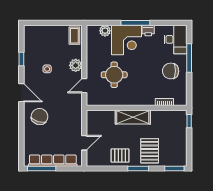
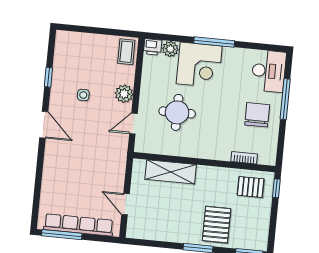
printer: (148, 30) -> (153, 47), moved
chair: (171, 71) -> (257, 115), turned 88
chair: (39, 117) -> (66, 161), removed
shelving: (133, 117) -> (171, 172), moved
door: (84, 143) -> (125, 204), swing flipped
pallet: (120, 156) -> (251, 187), moved

